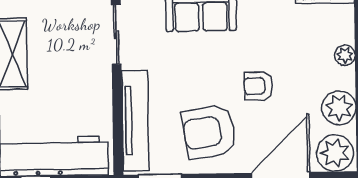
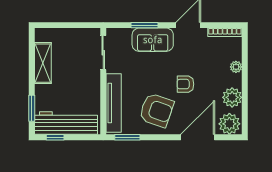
armchair: (209, 132) -> (156, 110), turned -152

